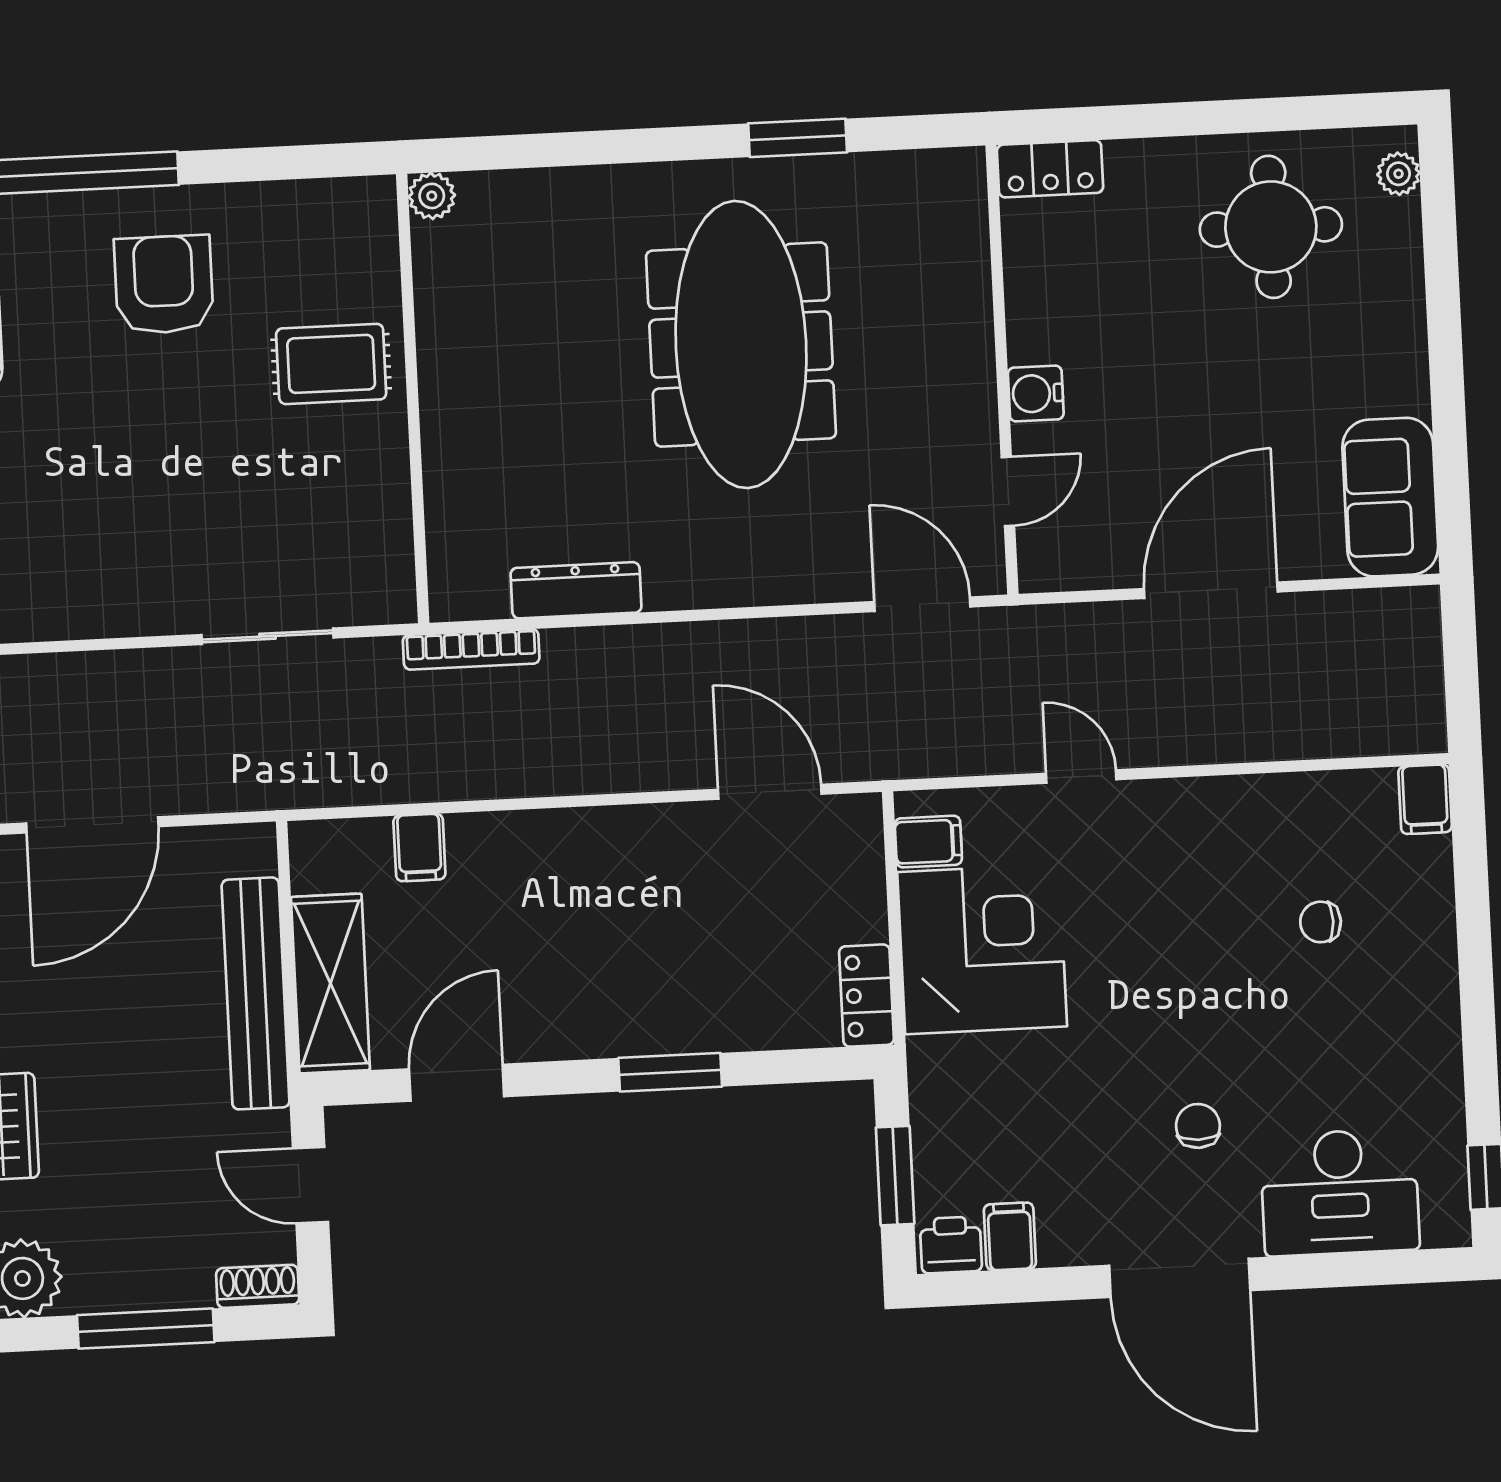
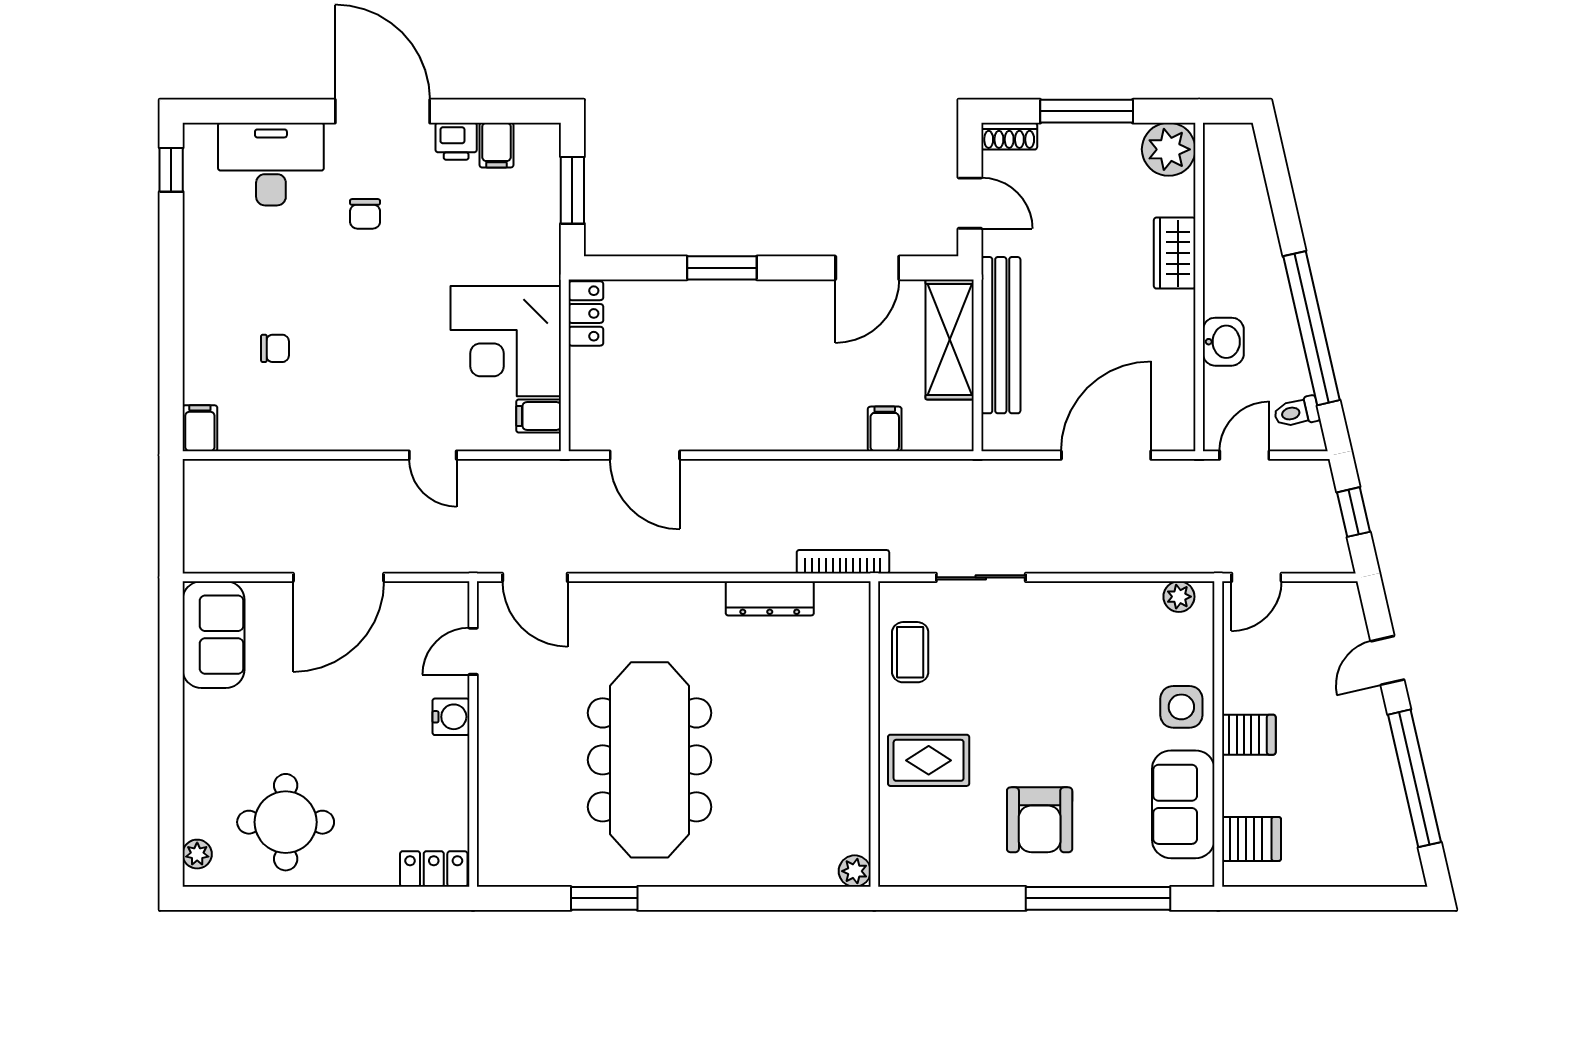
coffee table: (366, 521) -> (910, 652), added
printer: (951, 1245) -> (456, 141), moved

